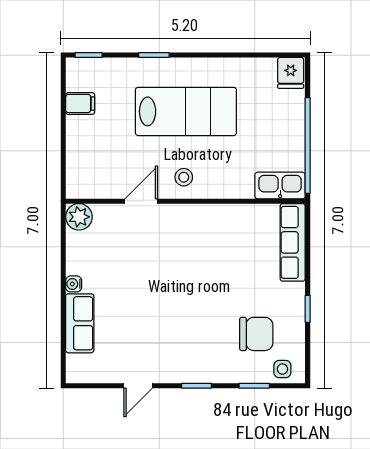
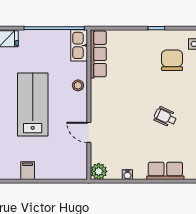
stool: (184, 177) -> (78, 85), moved
row of seats: (293, 242) -> (98, 54), moved, turned -90
water cooler: (74, 284) -> (127, 175), moved
wheelchair: (166, 323) -> (165, 117), added

